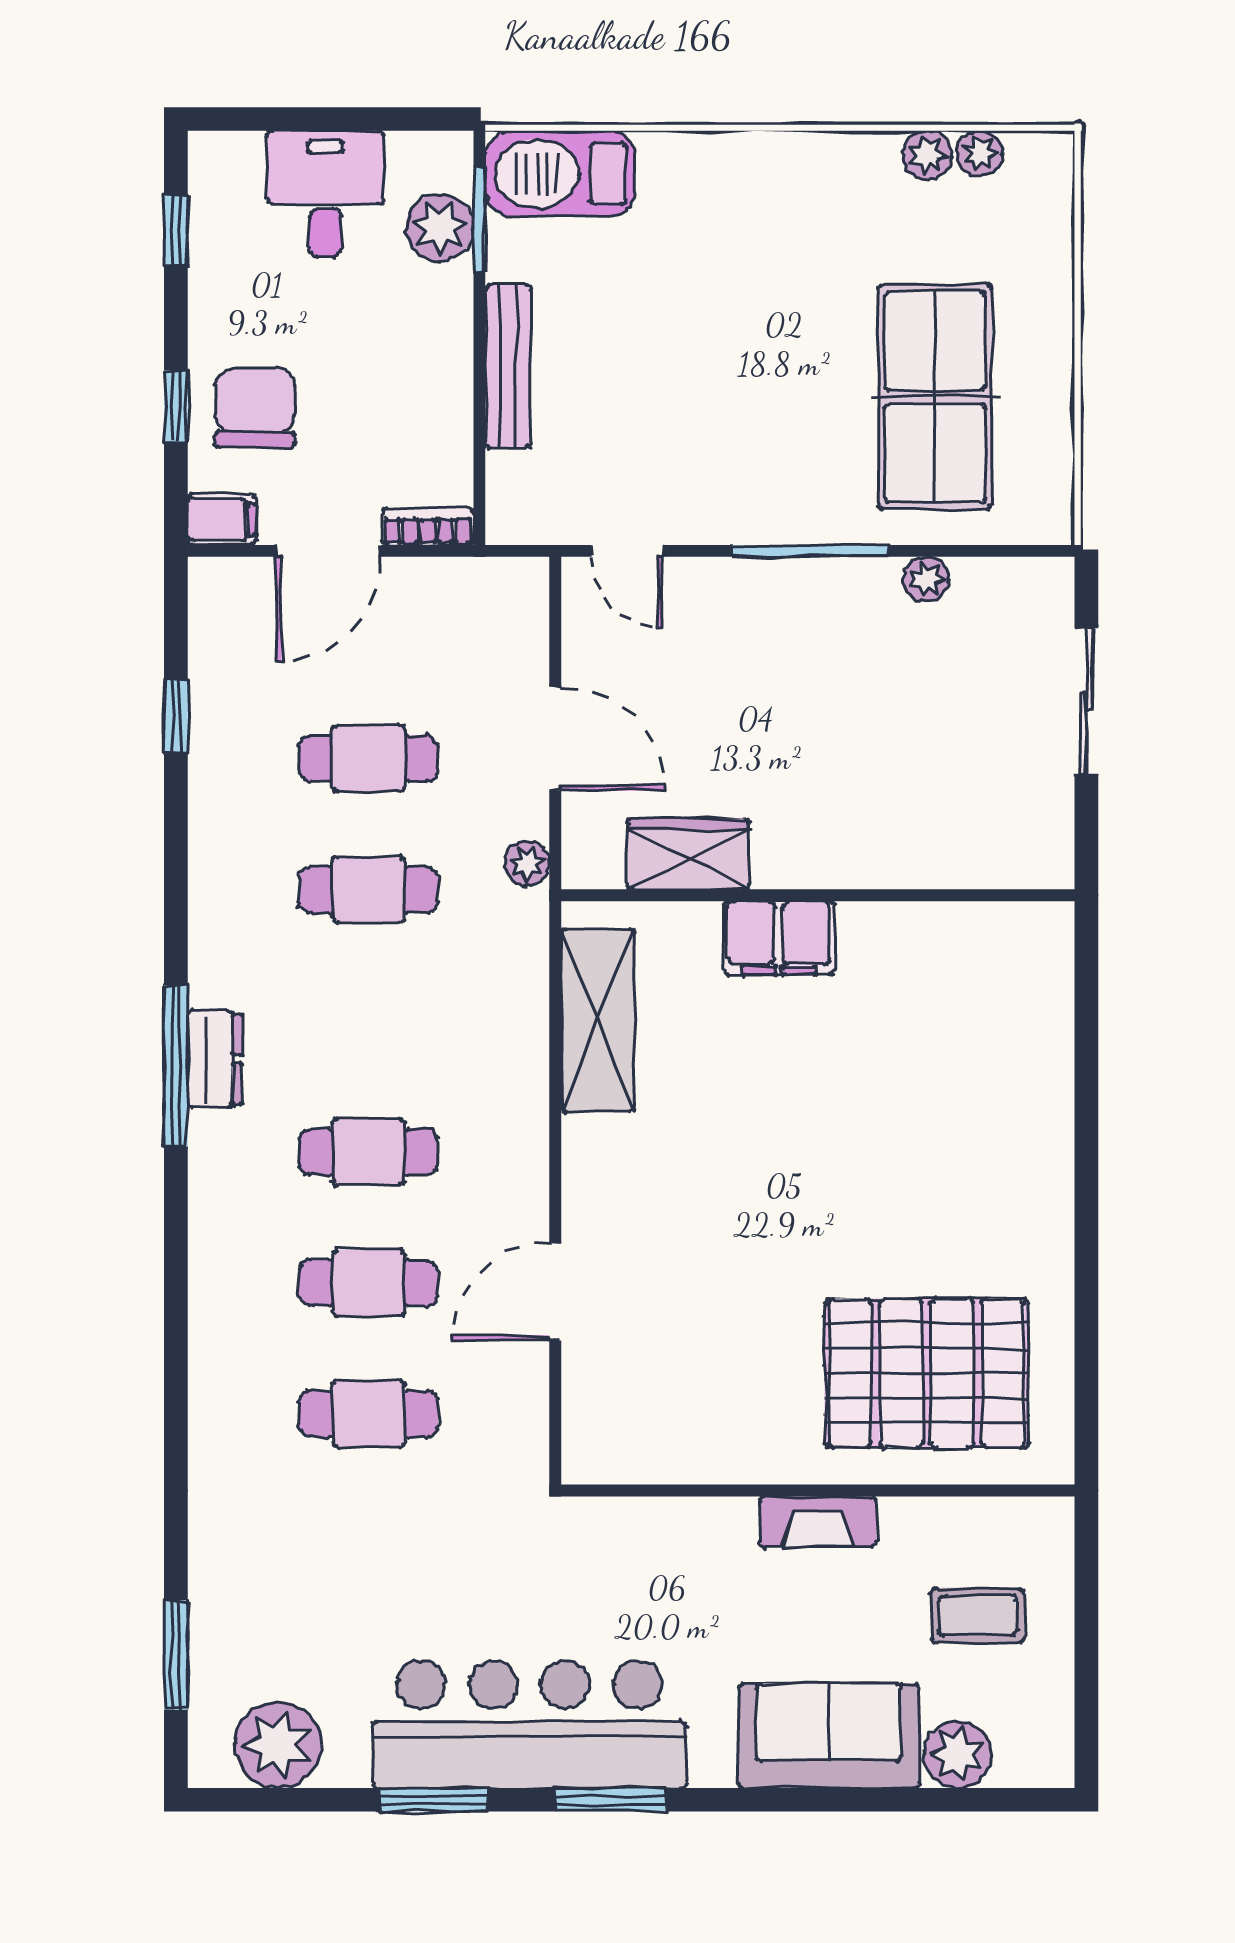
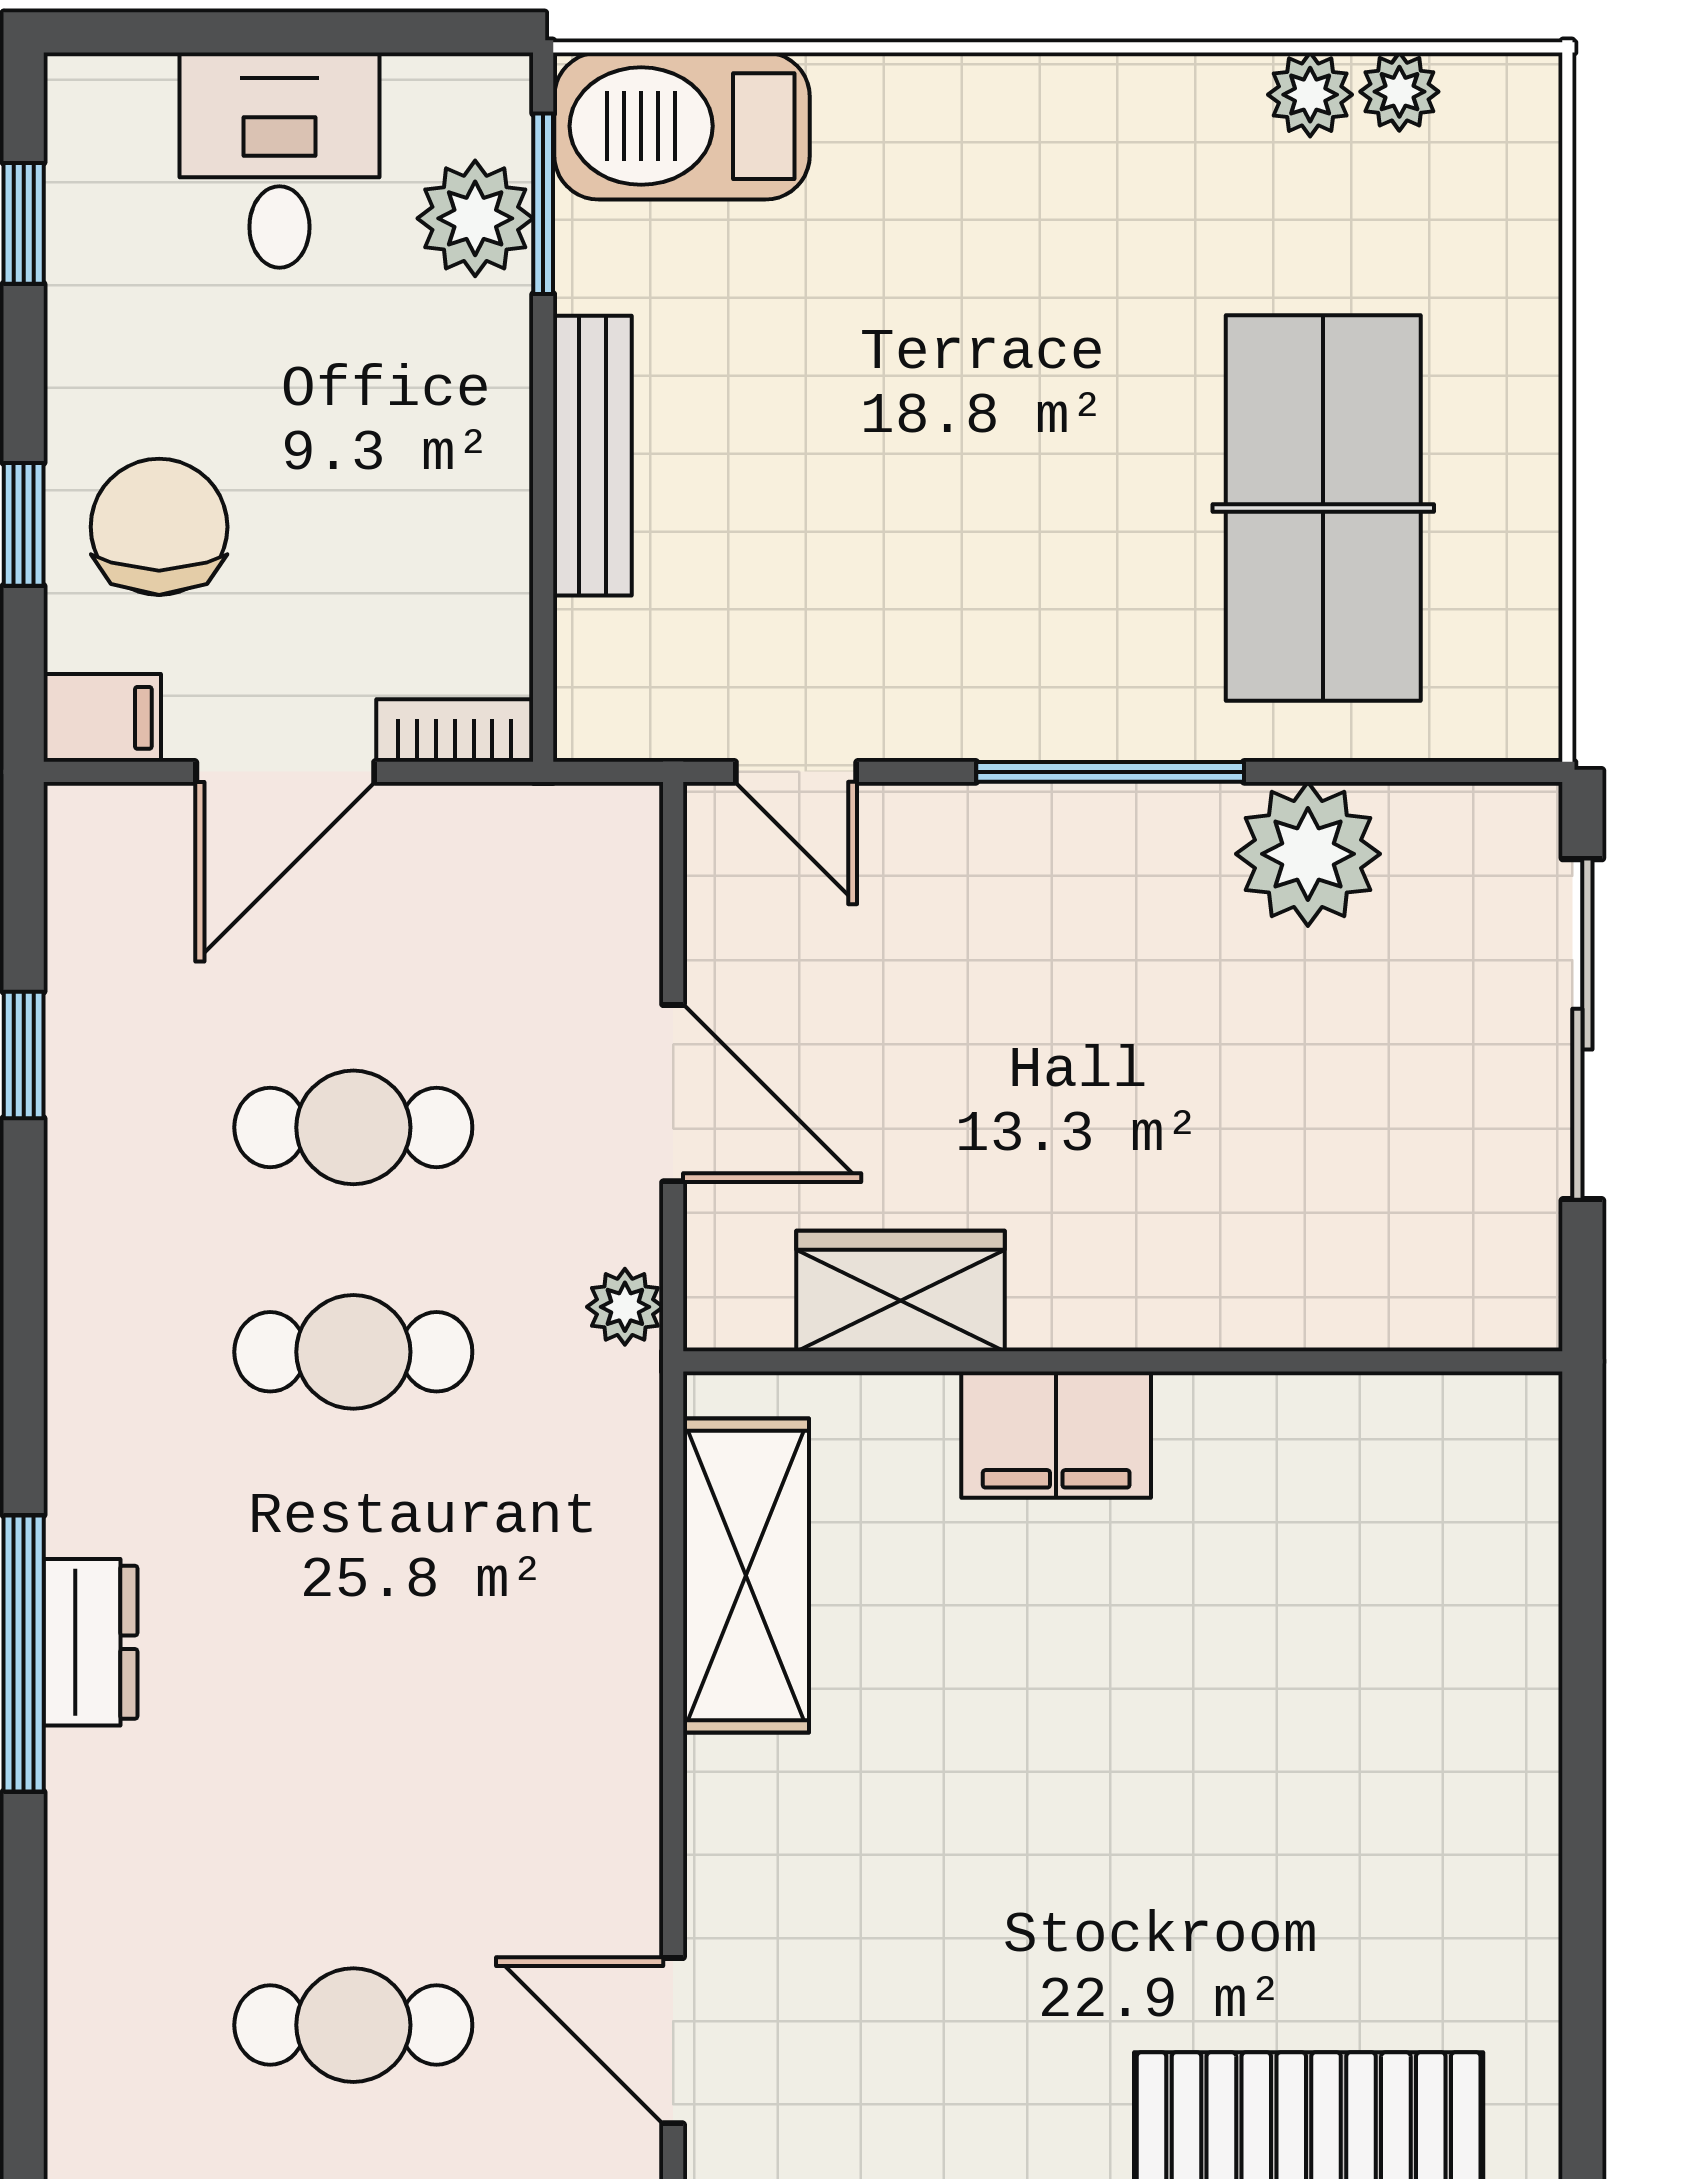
plant: (926, 579) -> (1308, 854), width x1.88, depth x1.88
sliding door: (1086, 701) -> (1582, 1029), width x1.37
cafe table: (368, 1152) -> (353, 1801), removed
door: (555, 1292) -> (673, 2041), hinge flipped

